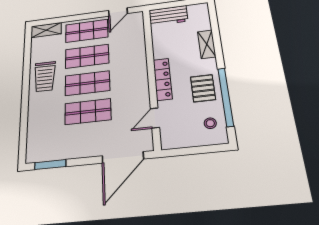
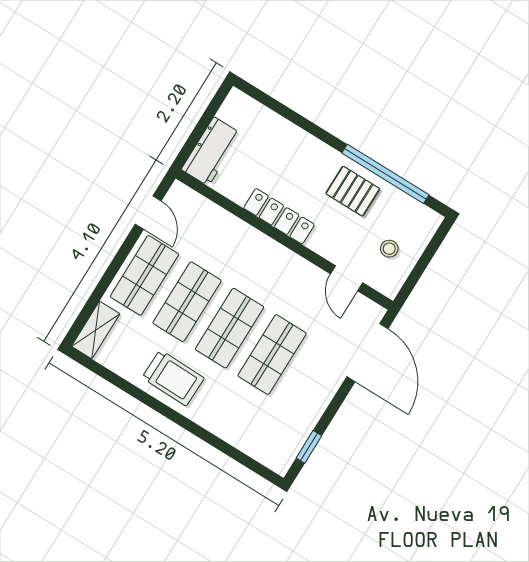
shelving: (207, 44) -> (296, 138), removed
locker: (163, 79) -> (279, 216), moved
stool: (210, 123) -> (389, 249), moved
window: (50, 165) -> (309, 447), width x0.67

